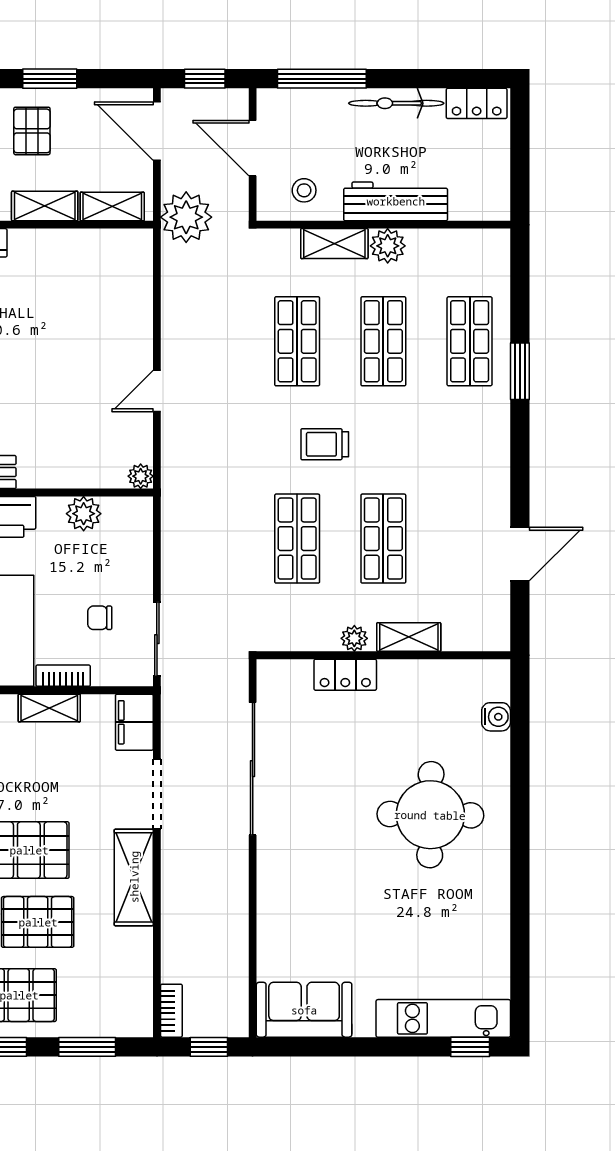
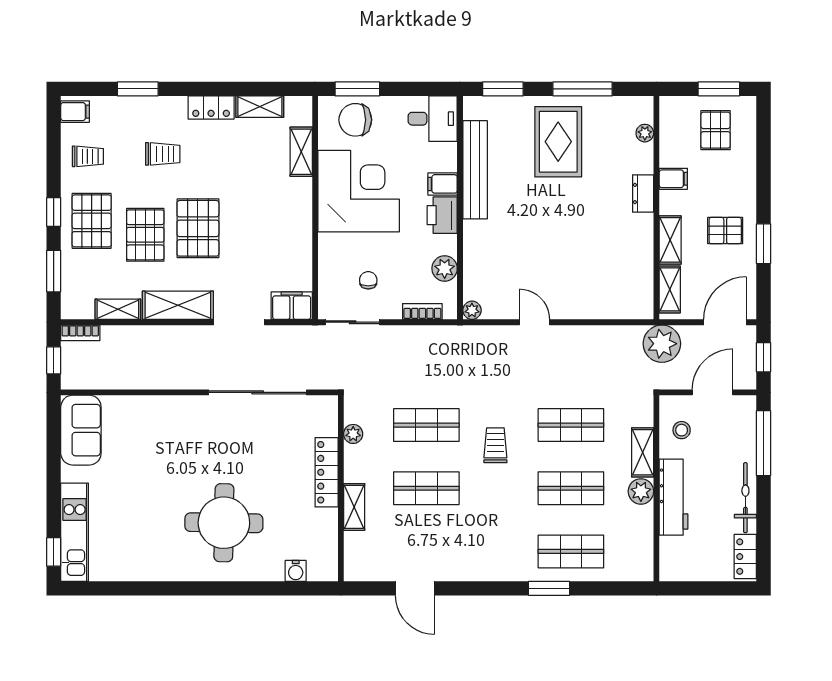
plant: (354, 638) -> (353, 434), moved
locker: (345, 675) -> (327, 472), width x1.53
bookcase: (63, 676) -> (422, 312), moved, turned -90
shelving: (49, 708) -> (118, 309), moved, turned 90

